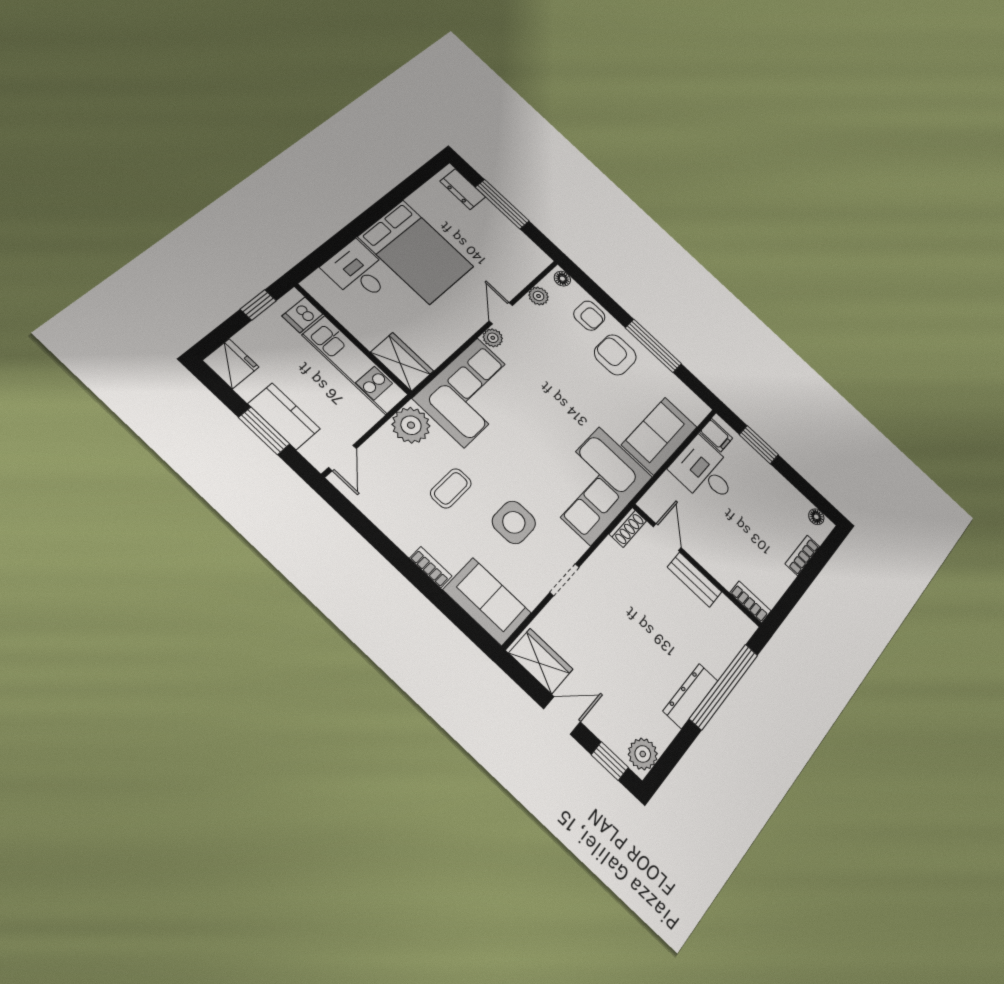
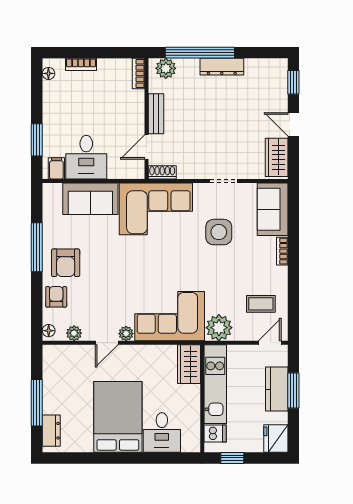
coffee table: (451, 488) -> (261, 304), moved
plant: (643, 754) -> (166, 68), moved

